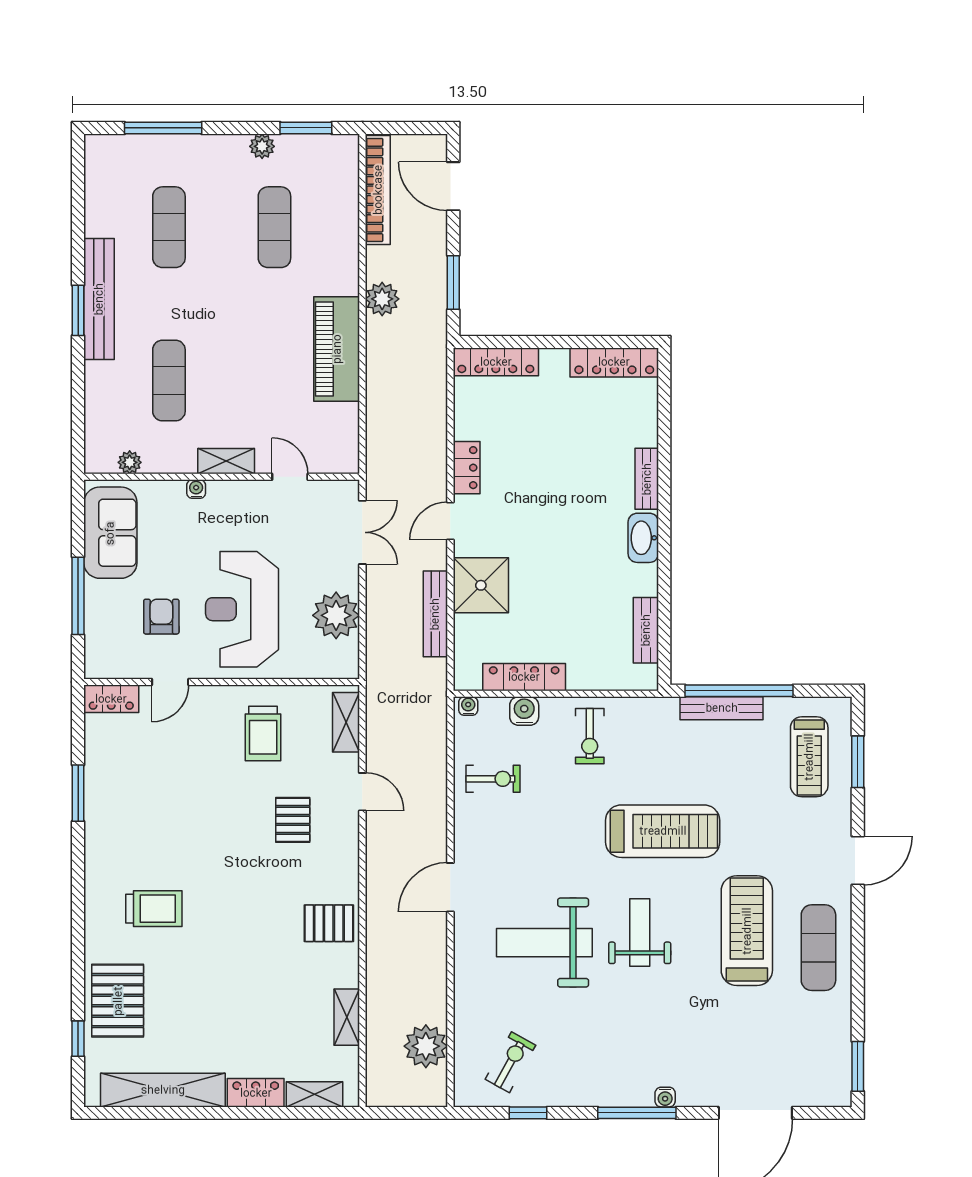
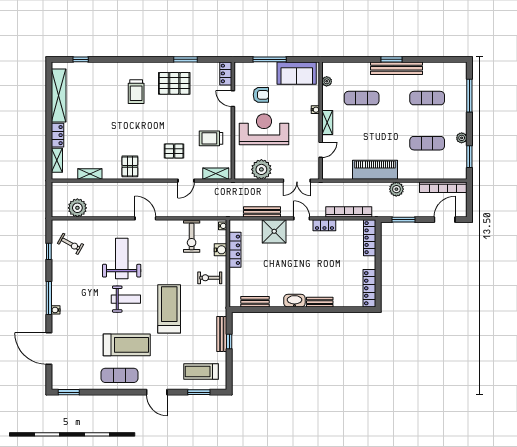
bookcase: (435, 411) -> (349, 212), added
window: (739, 691) -> (229, 341), width x0.32
exercise bike: (493, 779) -> (192, 236), width x1.38, depth x1.39
treadmill: (663, 831) -> (169, 309), turned 180
pallet: (118, 1001) -> (174, 83), moved

